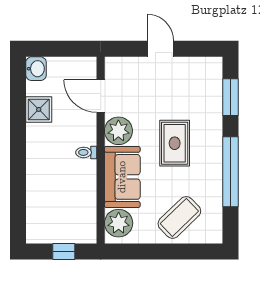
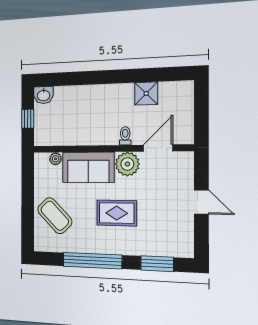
door: (160, 49) -> (201, 202), hinge flipped
washbasin: (36, 69) -> (44, 95), moved
toilet: (86, 152) -> (125, 136), moved
plant: (119, 223) -> (56, 159), width x0.53, depth x0.53

